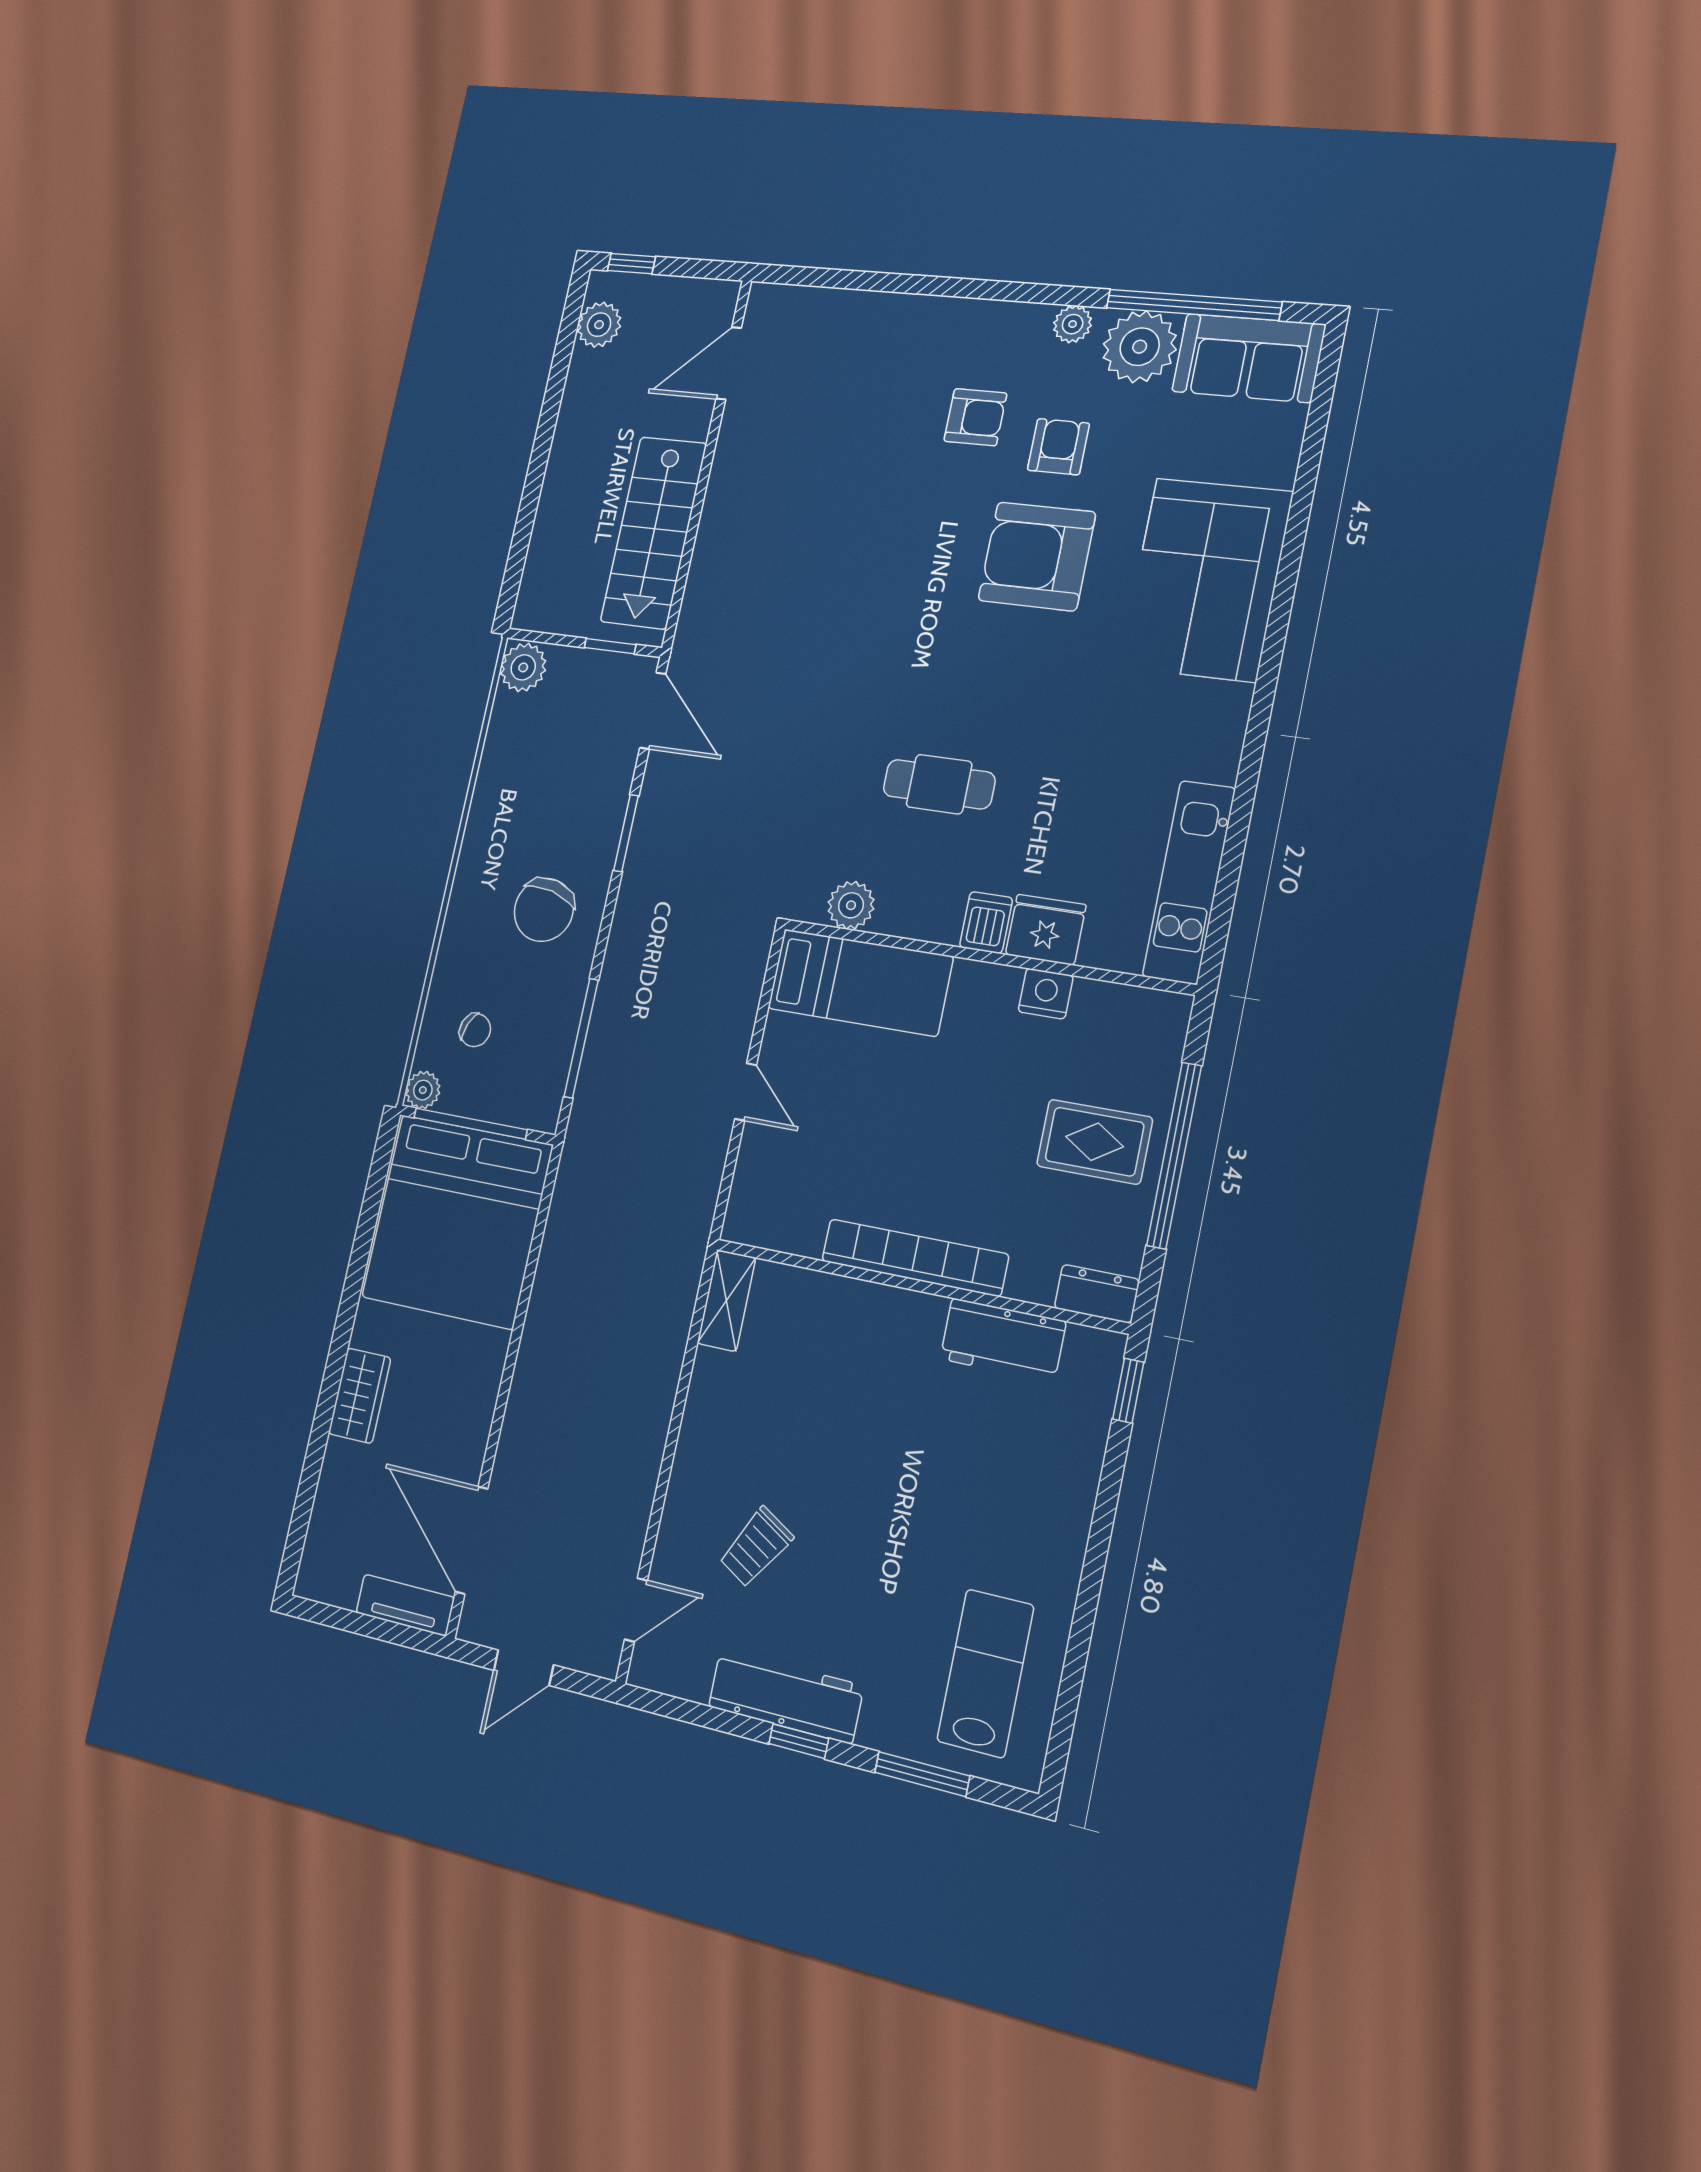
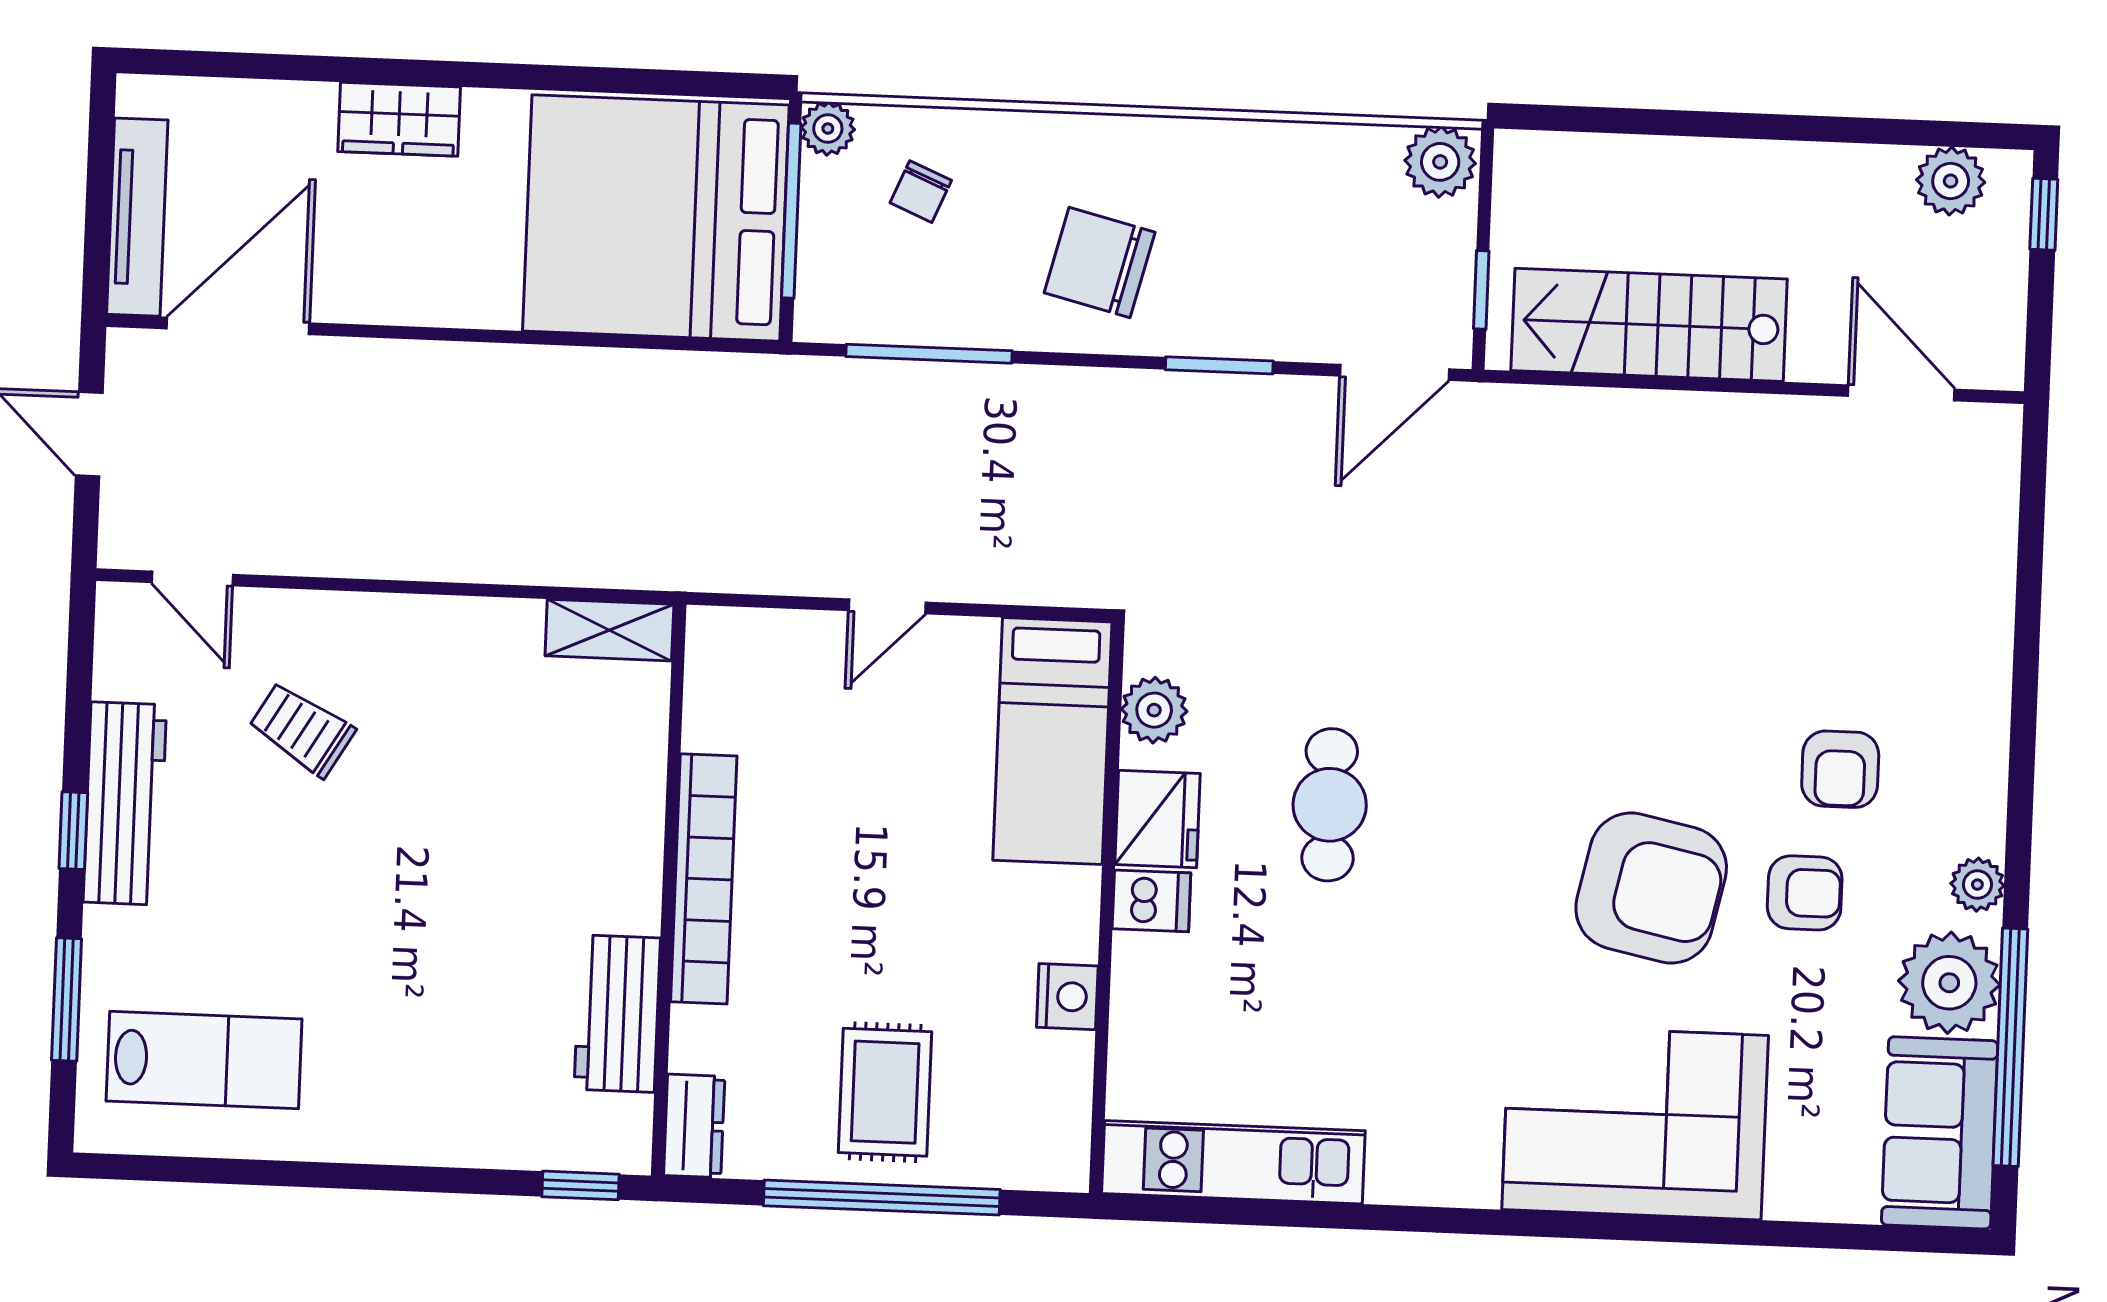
armchair: (1037, 556) -> (1651, 888), turned 102
fridge: (1046, 930) -> (1157, 819), moved
tv unit: (405, 1605) -> (137, 217), width x1.41

